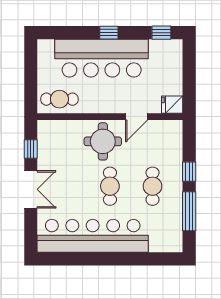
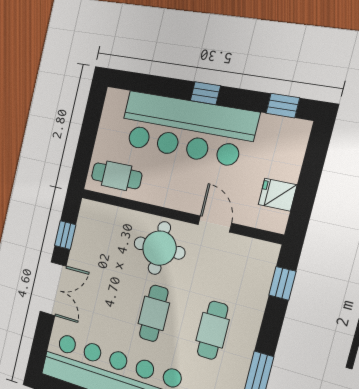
fridge: (172, 105) -> (278, 195), moved
door: (137, 117) -> (215, 224), swing flipped
window: (189, 172) -> (282, 283), moved

